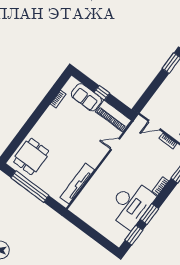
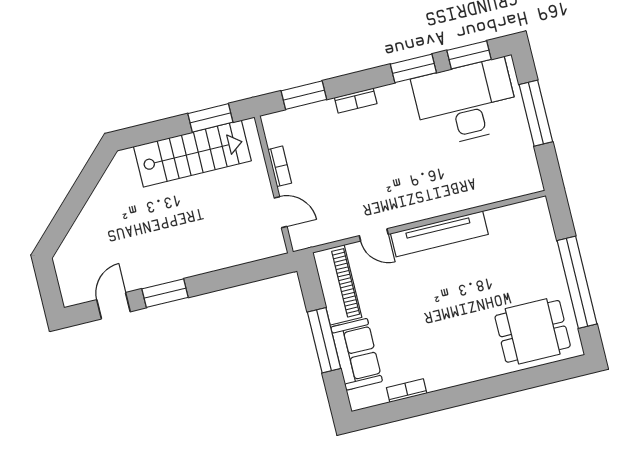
window: (102, 93) -> (324, 340), width x2.17
tv unit: (77, 184) -> (439, 234), moved
desk: (131, 204) -> (466, 103), moved
window: (93, 234) -> (536, 113), added

